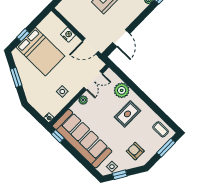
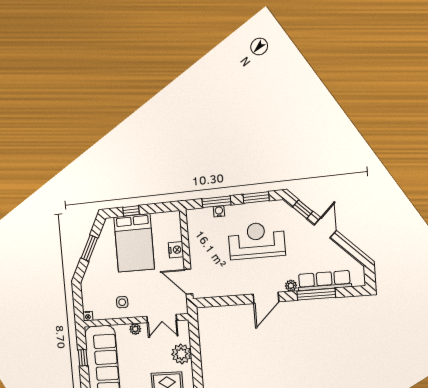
door: (121, 38) -> (266, 298), moved
window: (58, 136) -> (83, 358), moved

